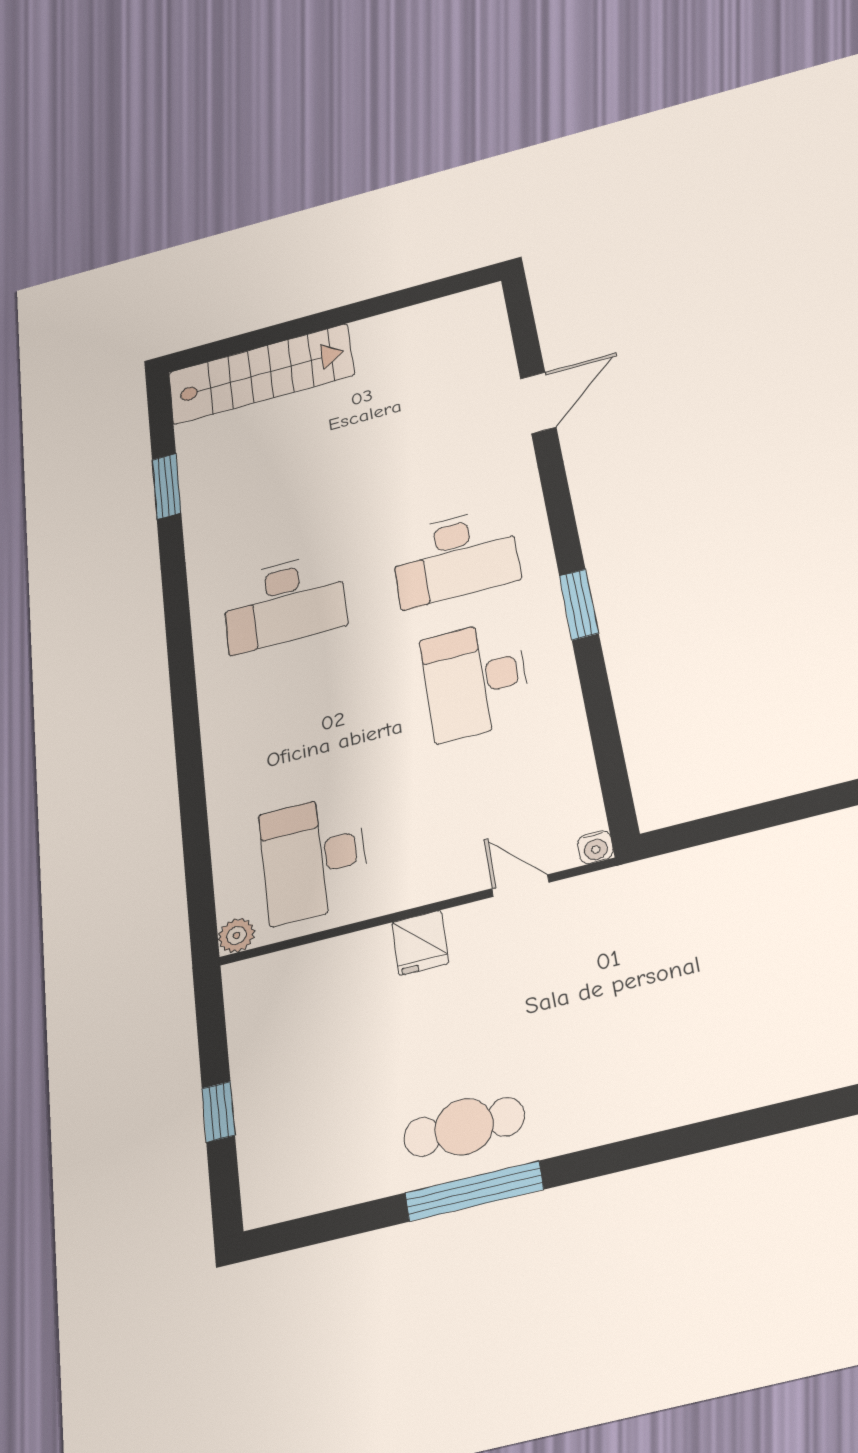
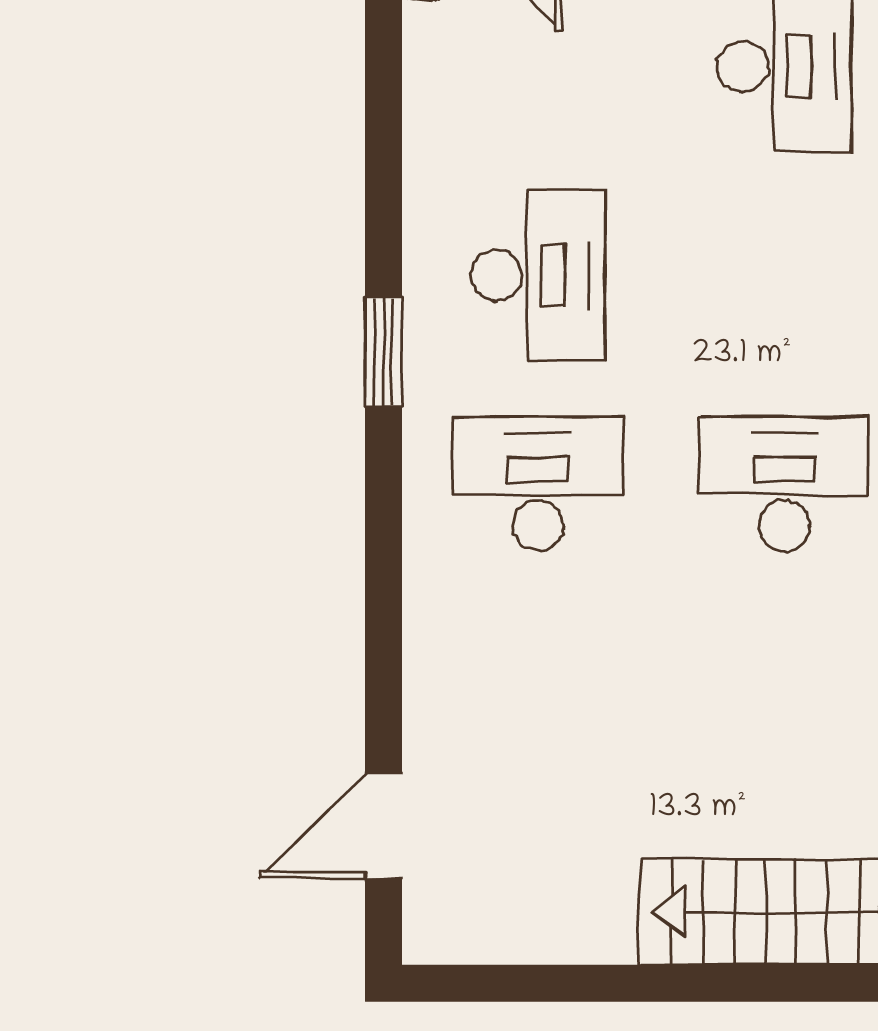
door: (538, 403) -> (384, 826), moved

